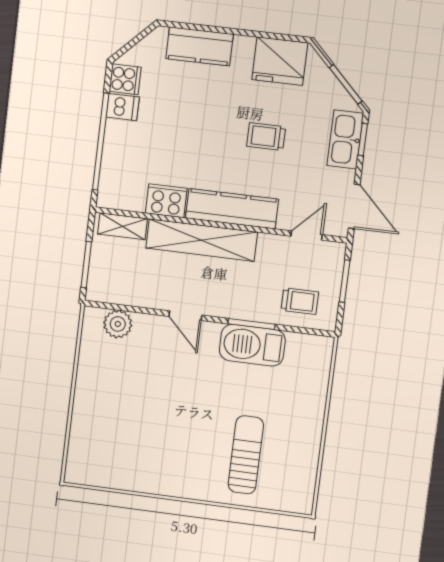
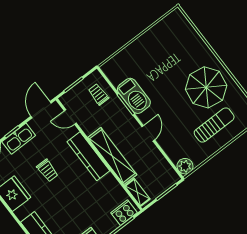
cooker: (166, 201) -> (124, 213), moved, turned 90
plant: (118, 324) -> (185, 166), moved
parasol: (172, 448) -> (206, 87), added
sun lounger: (246, 455) -> (214, 125), moved, turned 180

